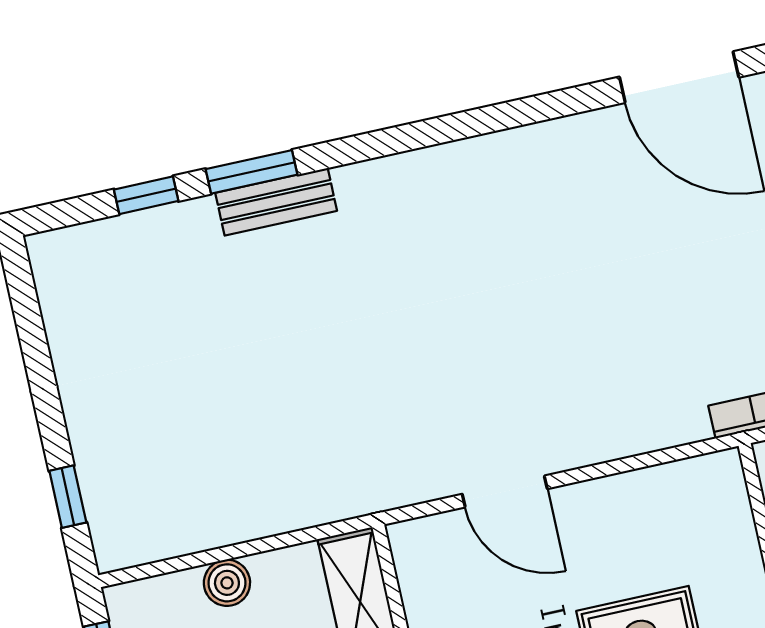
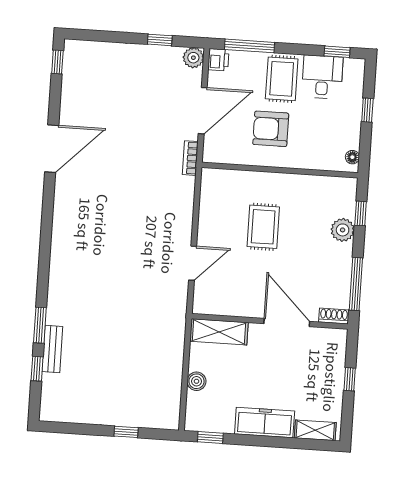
bench: (276, 202) -> (52, 349), moved
window: (68, 497) -> (126, 432), moved

